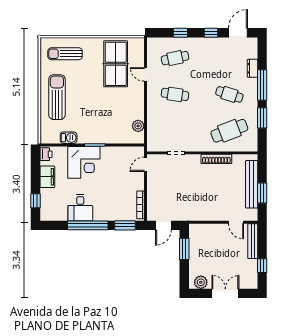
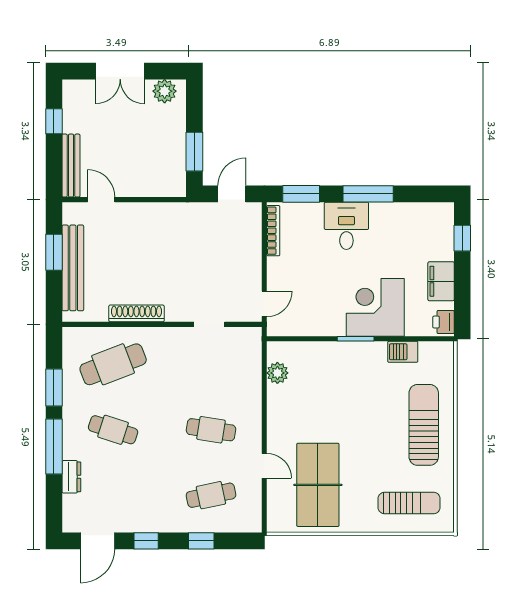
sun lounger: (57, 97) -> (424, 425), turned 180
desk: (80, 208) -> (346, 226), moved
window: (88, 225) -> (368, 194), width x0.68

